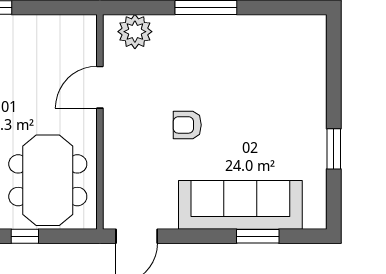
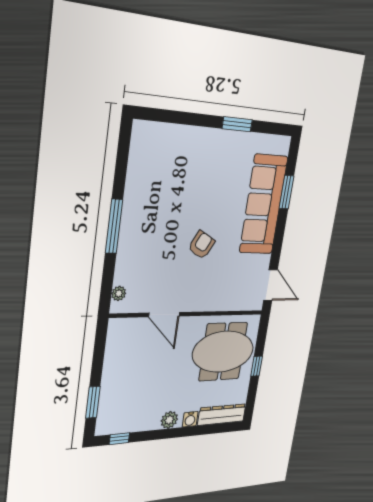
plant: (135, 32) -> (119, 293), width x0.53, depth x0.53
armchair: (187, 125) -> (202, 245), turned -151

